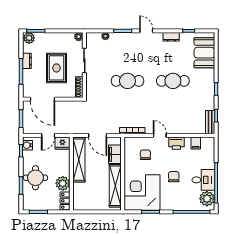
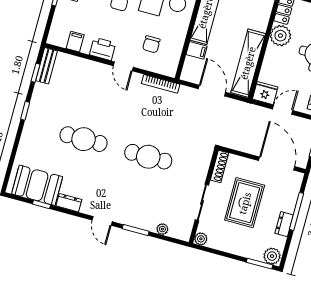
booth: (204, 53) -> (37, 185), moved, turned 90
filing cabinet: (115, 154) -> (197, 50), width x0.50

